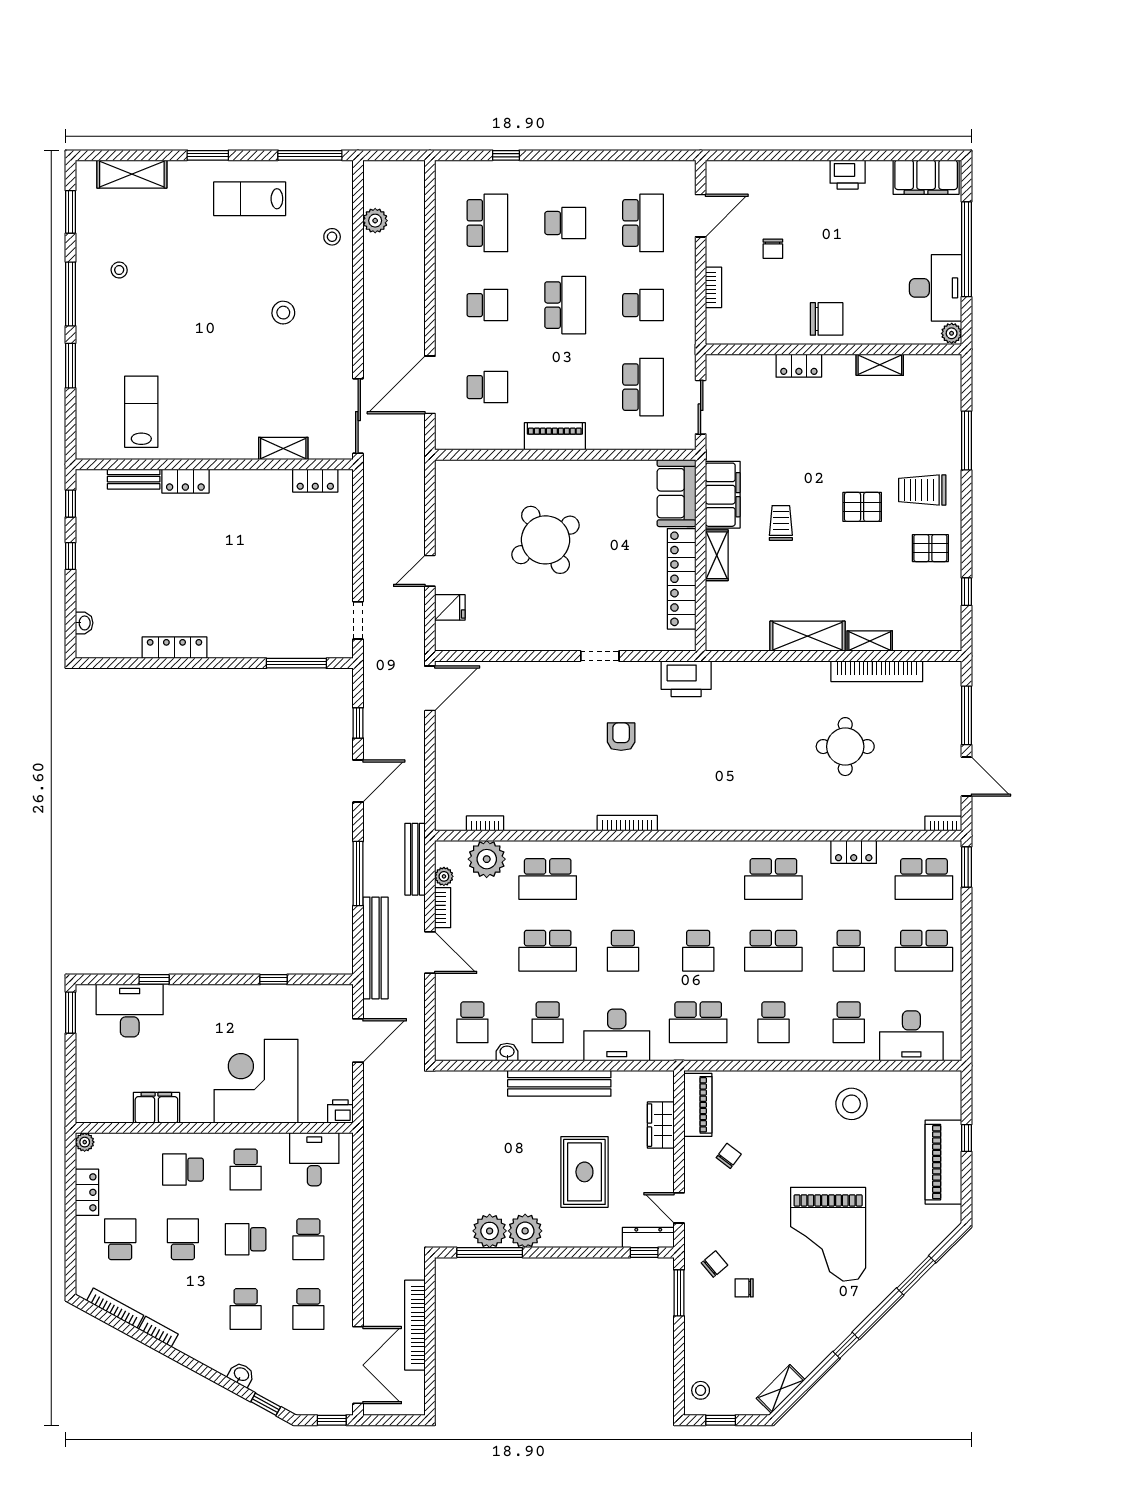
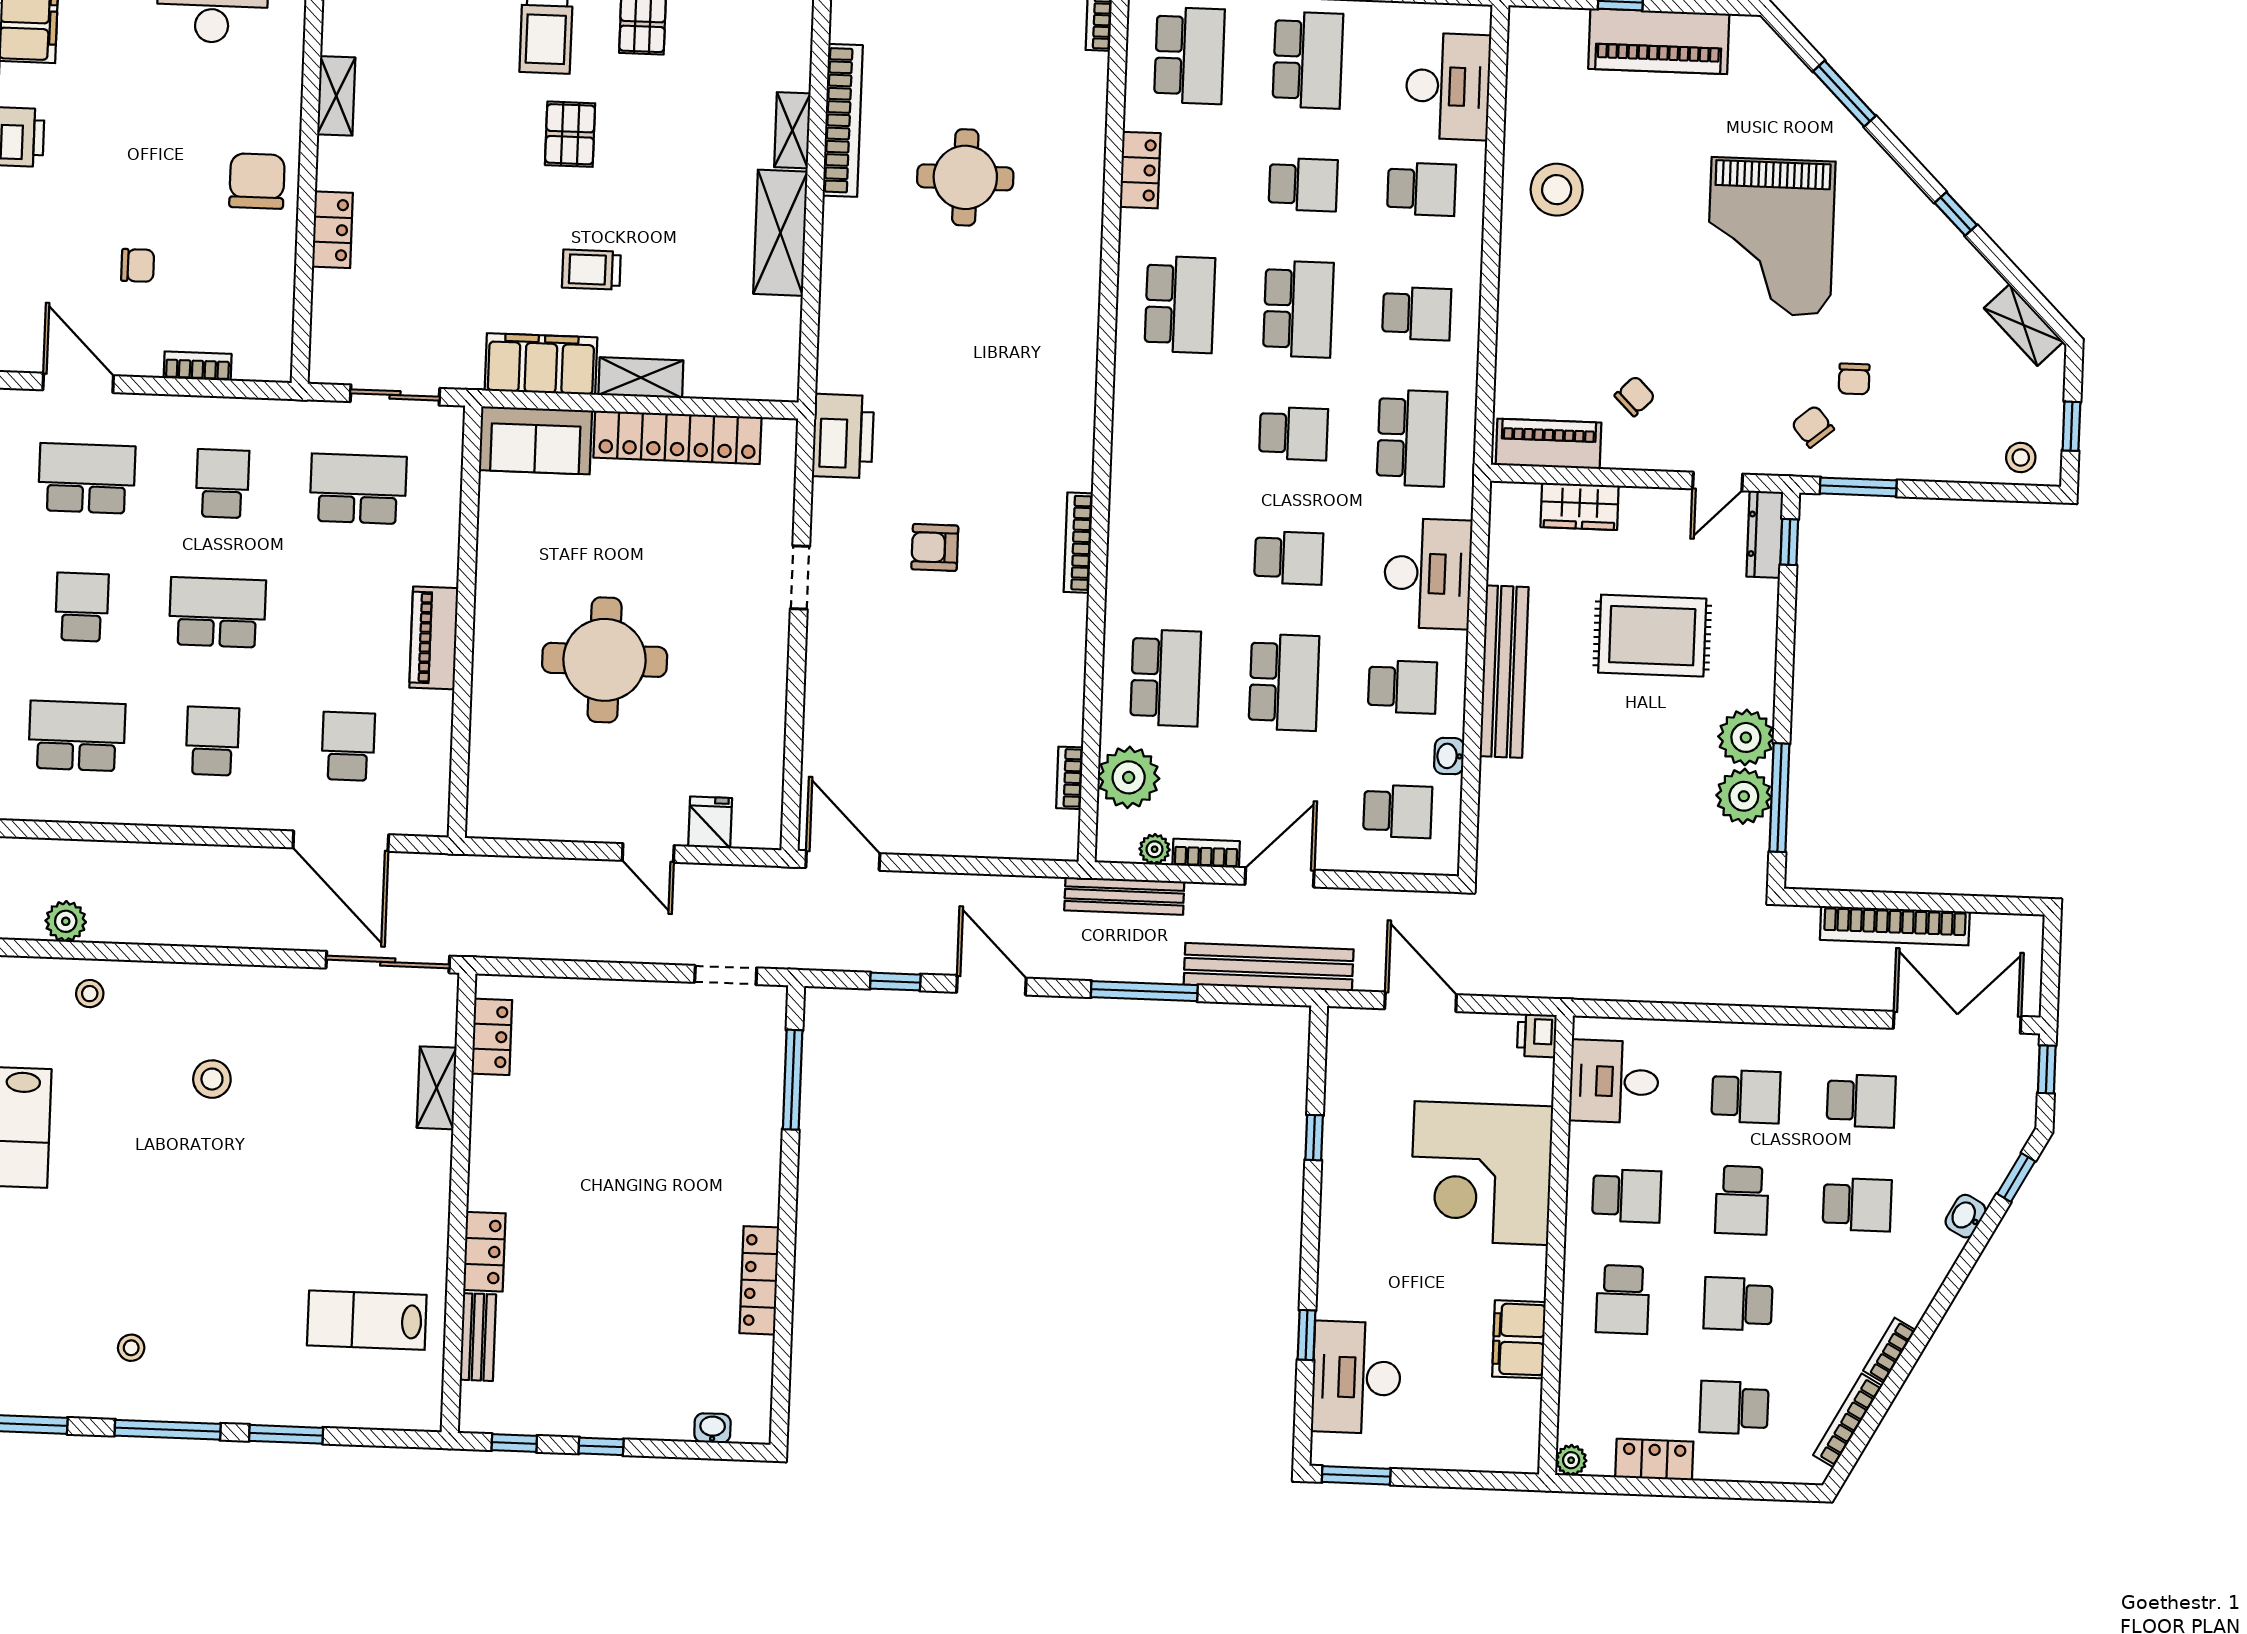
round table: (546, 540) -> (605, 660), turned 31
chair: (729, 1156) -> (1635, 396), turned 98
grand piano: (828, 1234) -> (1771, 237), turned 90

